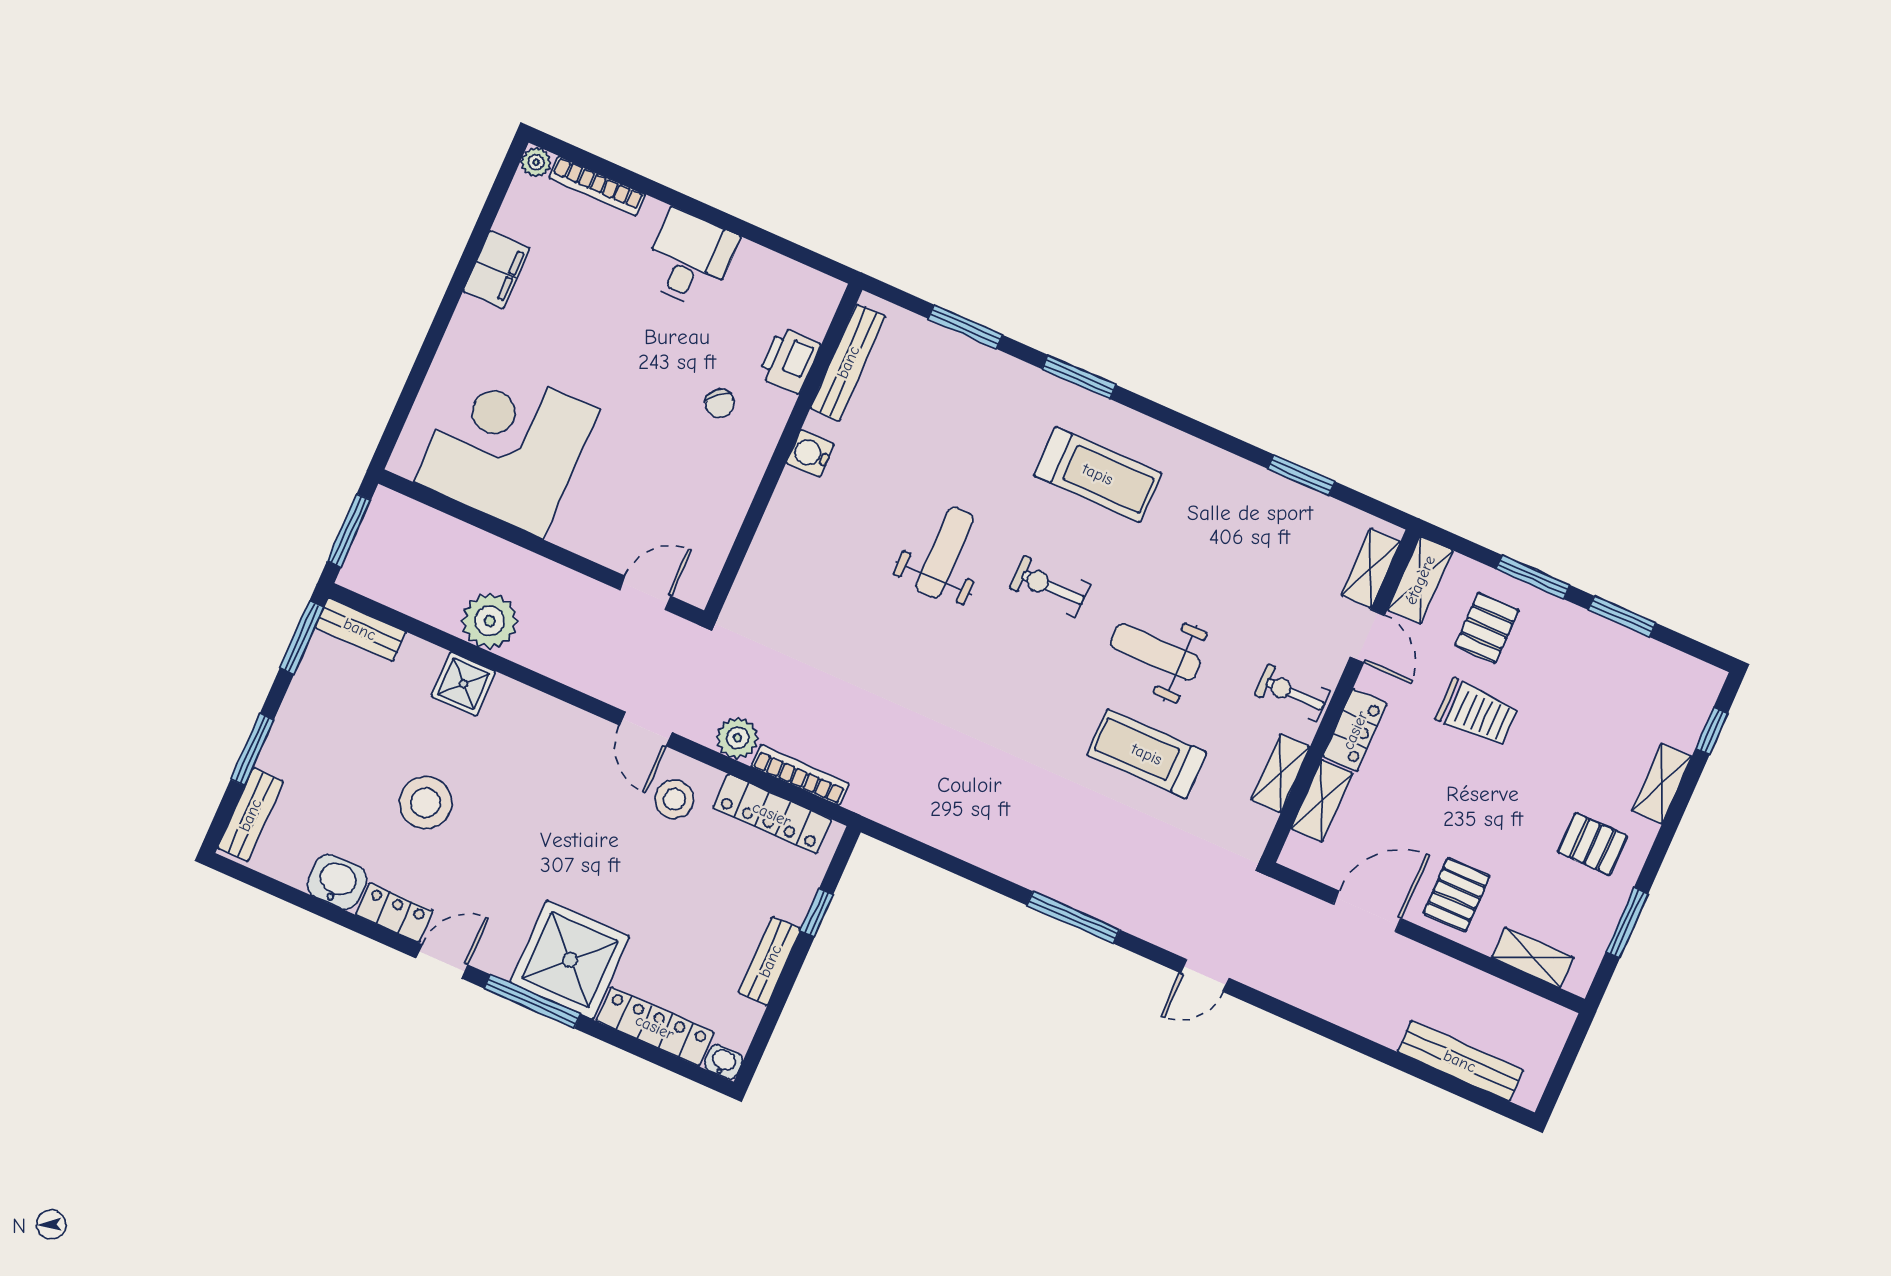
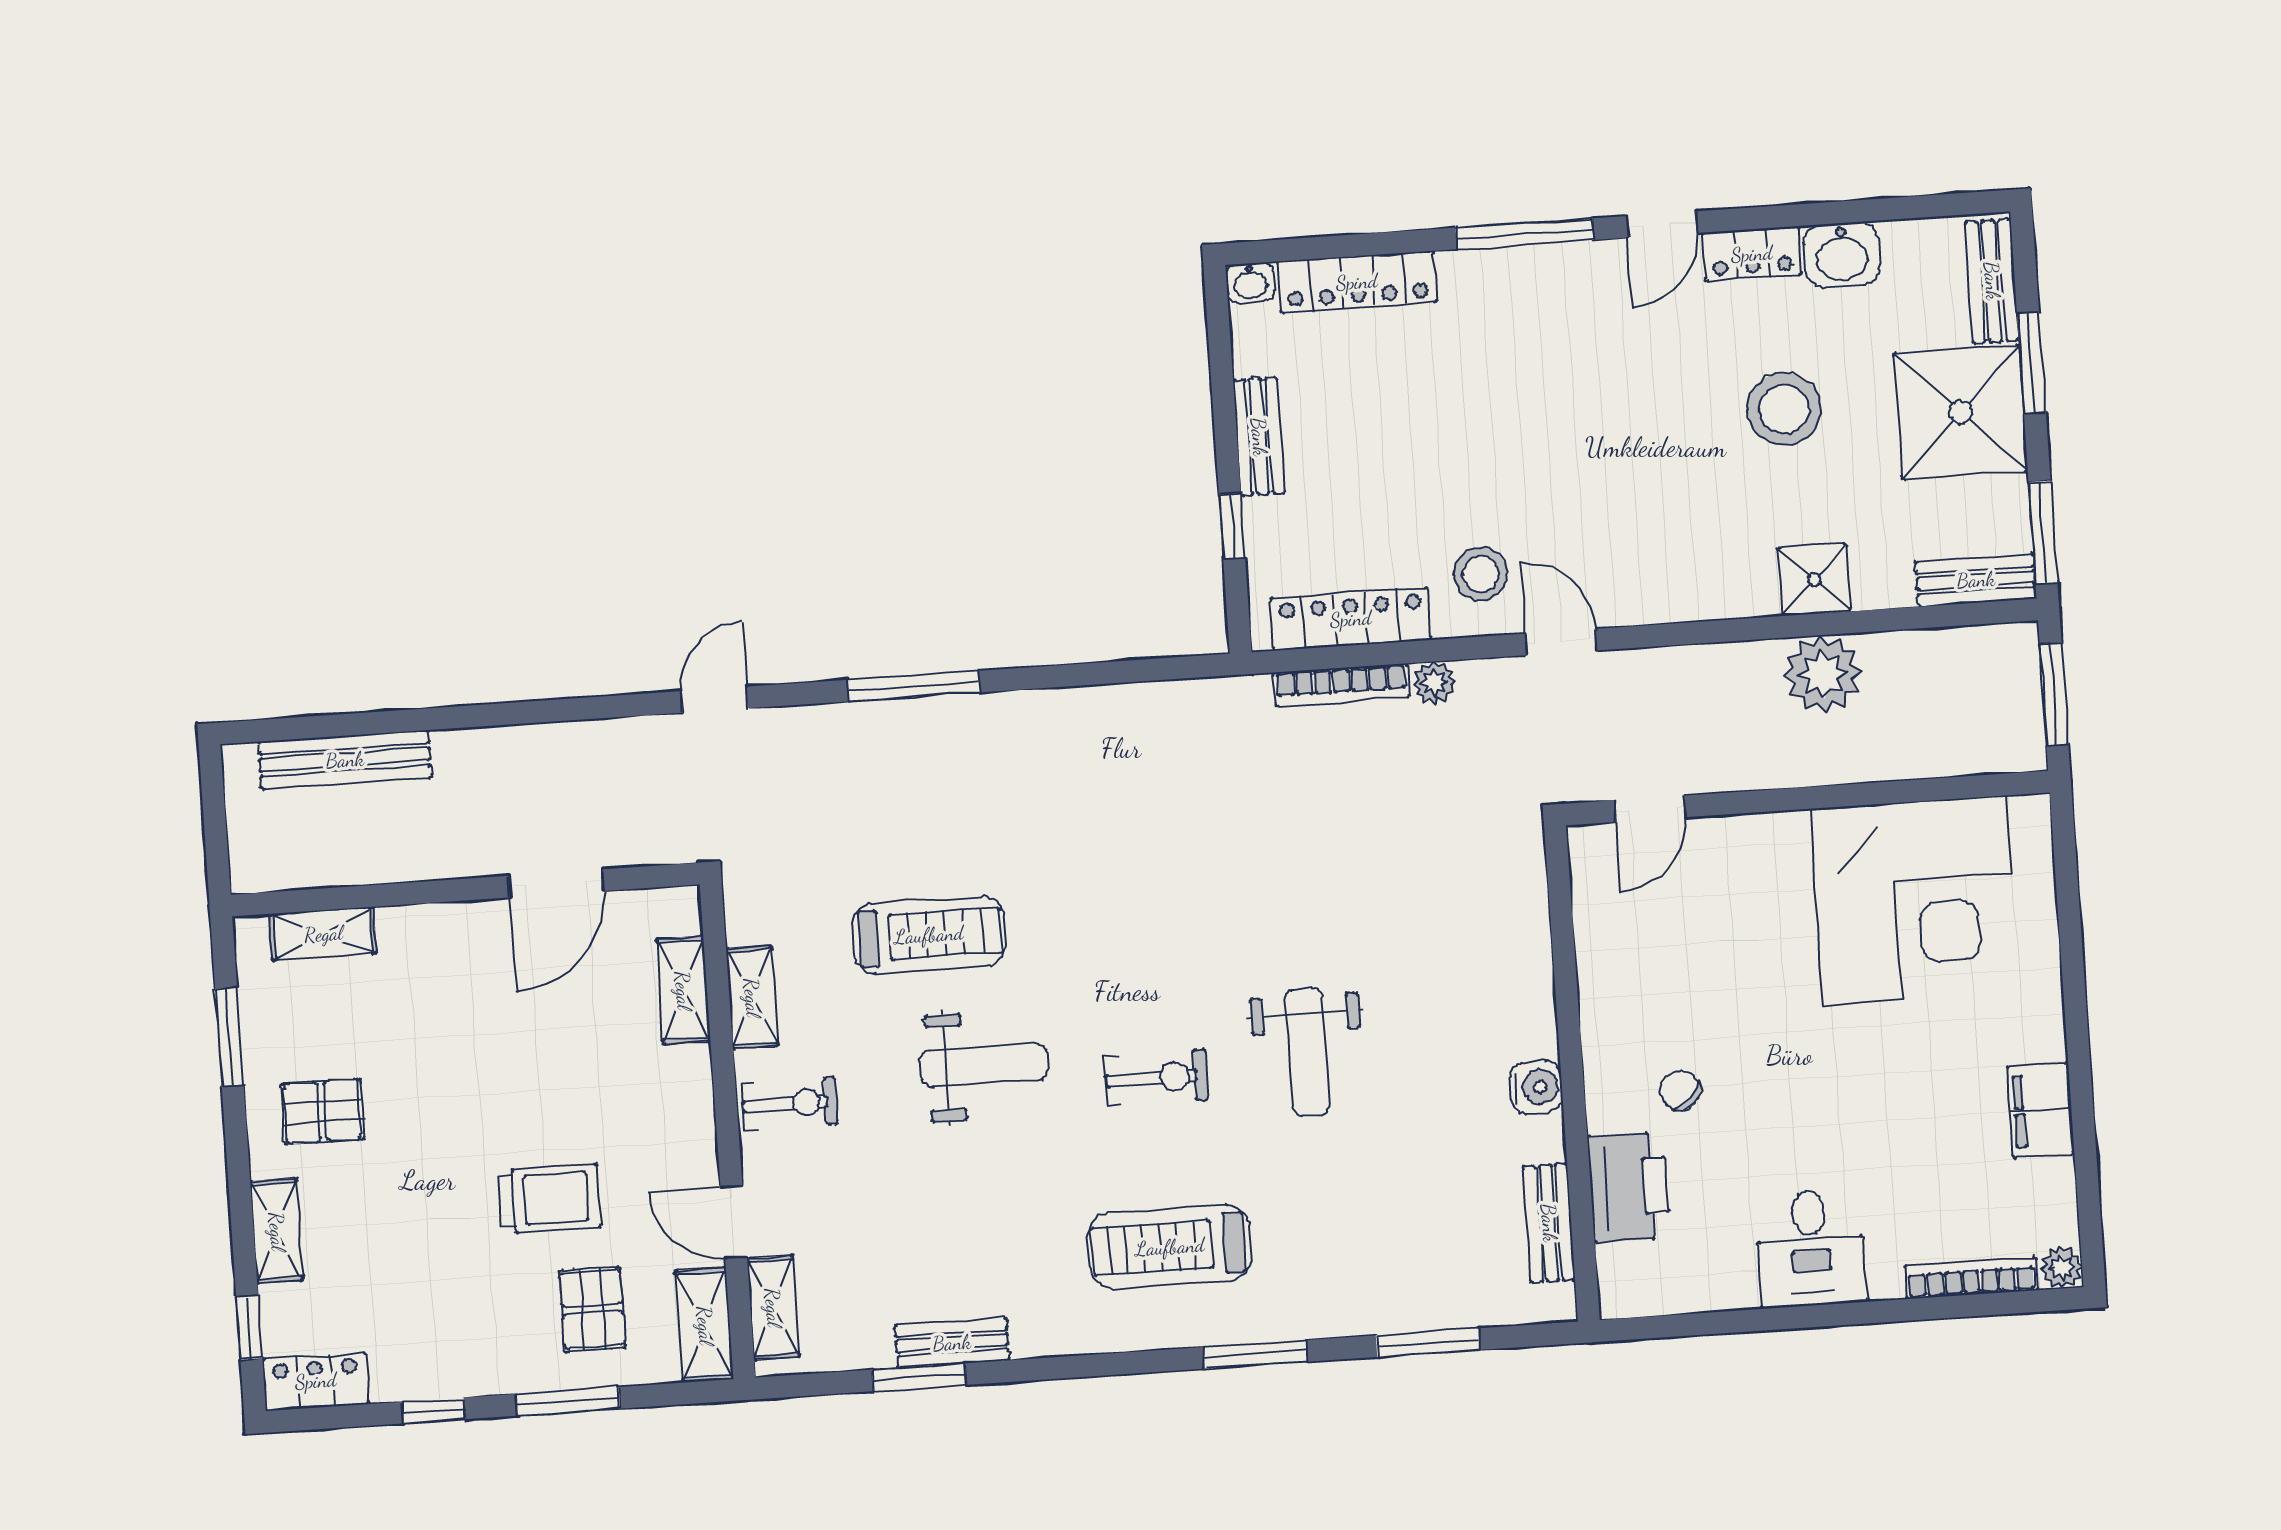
printer: (789, 360) -> (1629, 1187), width x1.37, depth x1.19
bench: (848, 362) -> (1549, 1223), width x0.73
bench: (1269, 486) -> (952, 1343), added
window: (1622, 616) -> (434, 1410), width x0.67
trolley: (1477, 713) -> (549, 1198), turned 180
locker: (1355, 730) -> (316, 1381), moved, turned 90
plant: (737, 738) -> (1434, 683), width x0.73, depth x0.73
pallet: (1457, 895) -> (457, 962), removed
shower: (570, 960) -> (1961, 412), moved

